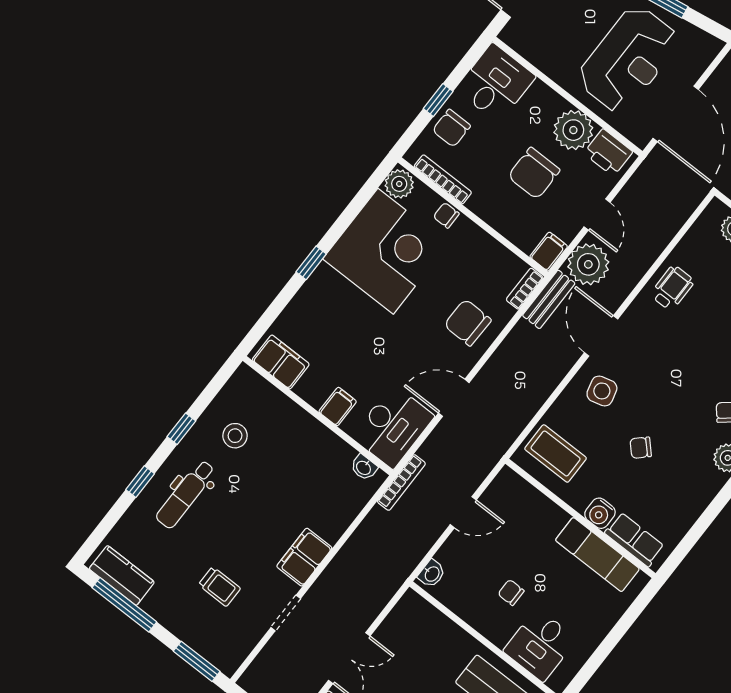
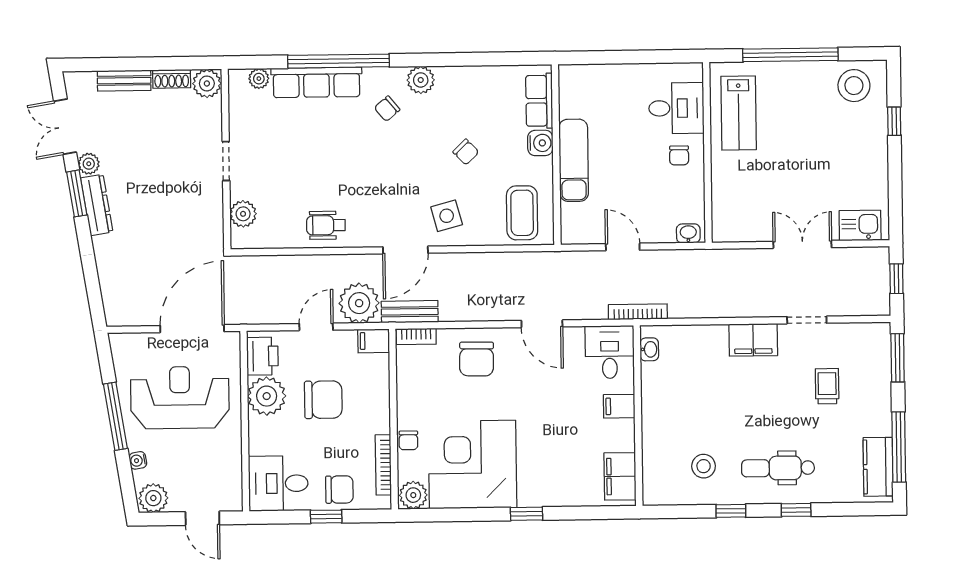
desk: (393, 427) -> (610, 352), width x0.73
dental chair: (186, 494) -> (778, 468), turned 180
exam couch: (597, 555) -> (574, 160), moved
chair: (511, 592) -> (679, 155), moved

